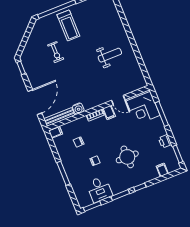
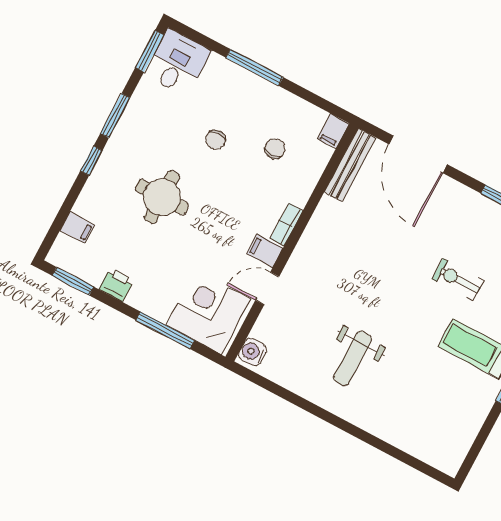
water cooler: (78, 109) -> (253, 352), moved
desk: (99, 189) -> (177, 63), moved, turned 90

